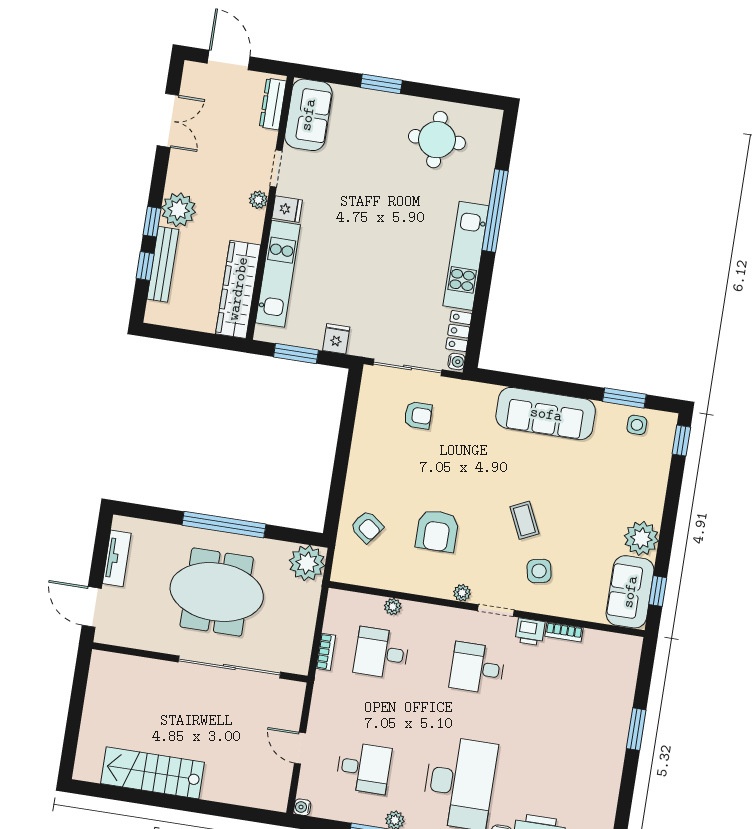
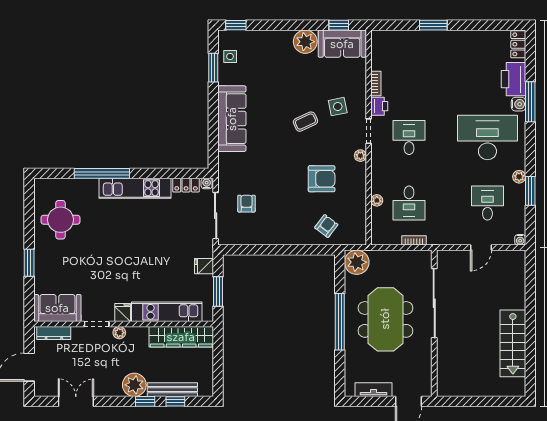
desk: (477, 668) -> (409, 138), turned 180

